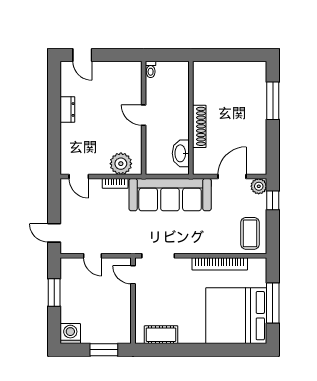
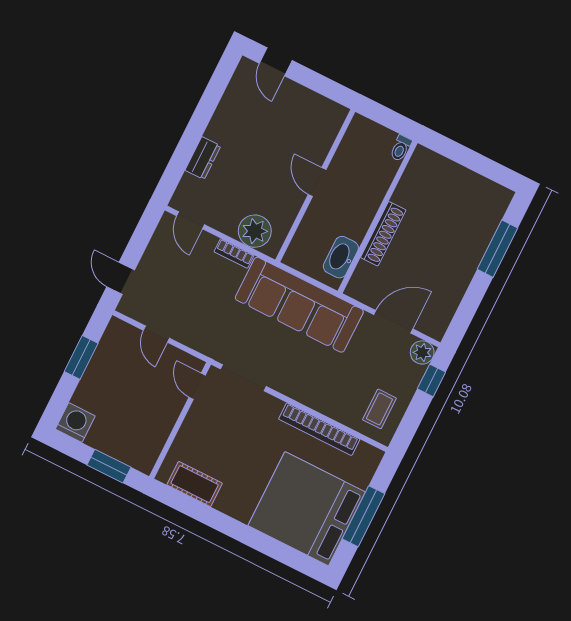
toilet: (151, 69) -> (401, 148), moved
dresser: (67, 109) -> (203, 158), moved
coffee table: (250, 233) -> (379, 409), width x0.73, depth x0.77

